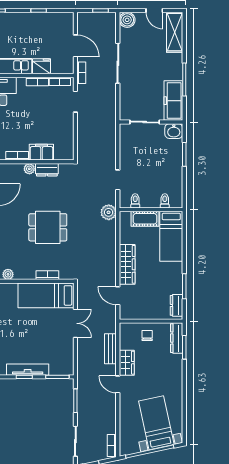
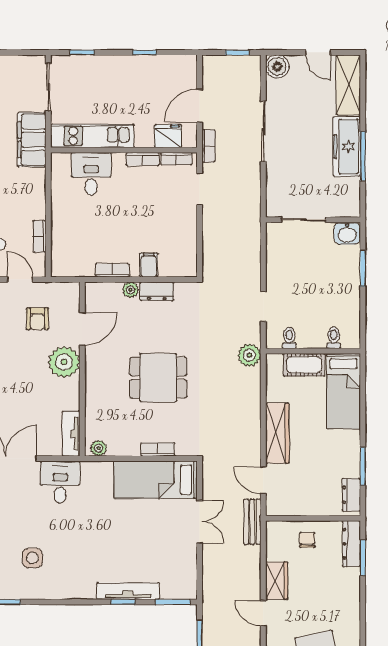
door: (75, 46) -> (200, 106), swing flipped
fridge: (42, 66) -> (168, 136), moved
freezer: (173, 101) -> (347, 146), moved
filing cabinet: (41, 152) -> (149, 265), width x0.50
bench: (110, 349) -> (252, 522), moved

